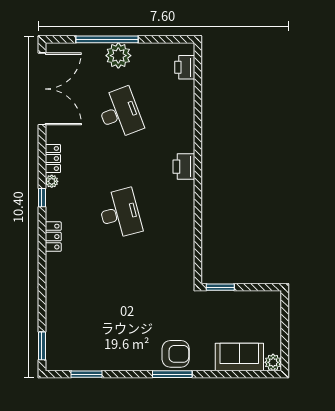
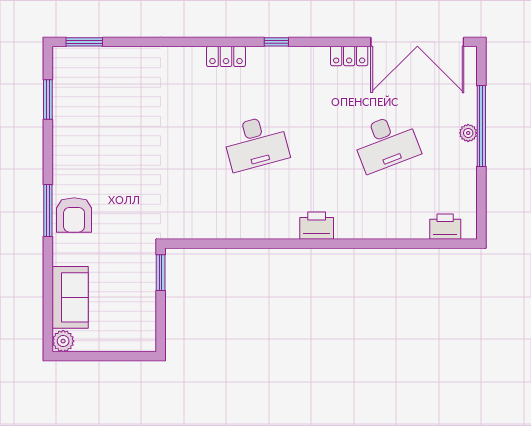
plant: (118, 56) -> (468, 133), width x0.53, depth x0.53
locker: (53, 159) -> (349, 56), moved
plant: (52, 181) -> (298, 54), removed

